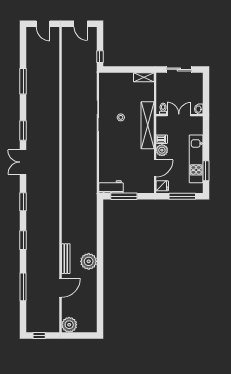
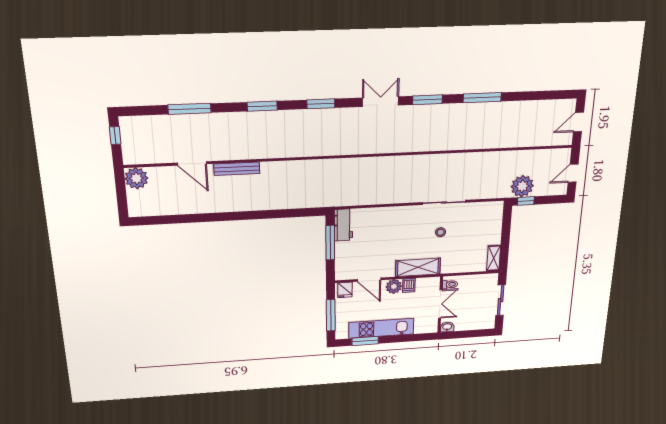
window: (23, 81) -> (482, 98), moved
shelving: (148, 125) -> (418, 267), width x0.68
plant: (89, 261) -> (522, 186), moved

